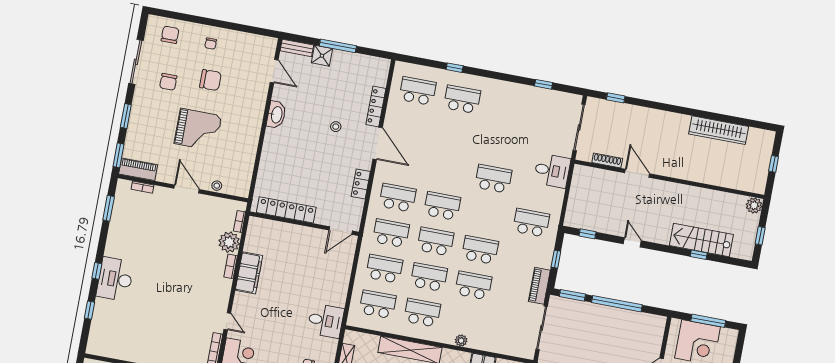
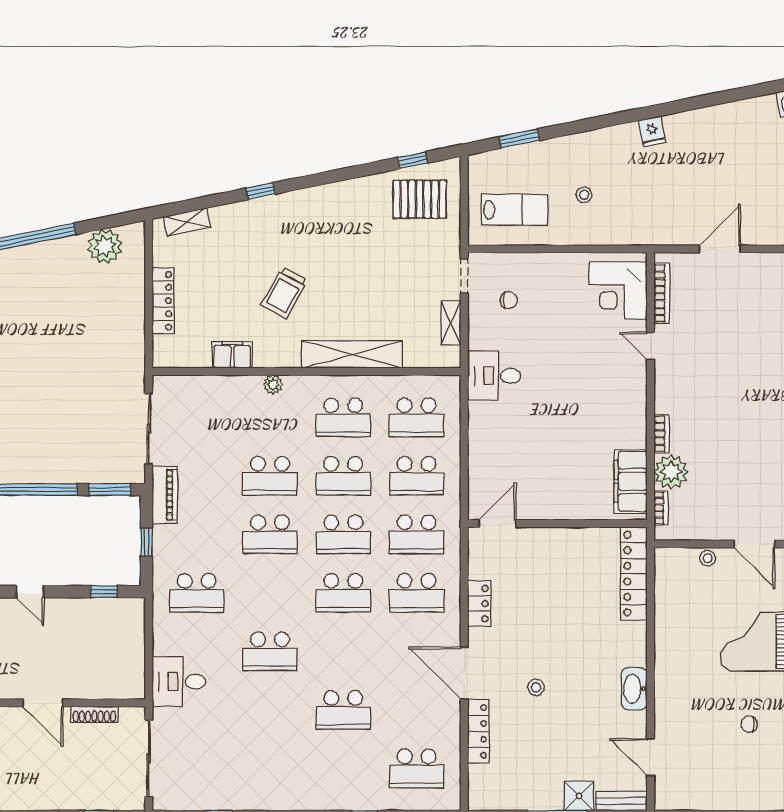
chair: (211, 44) -> (760, 782), removed
chair: (210, 80) -> (749, 724), width x0.54, depth x0.54
school desk: (462, 99) -> (343, 710), moved
locker: (286, 210) -> (634, 574), moved, turned 90
filing cabinet: (249, 273) -> (631, 481), moved

